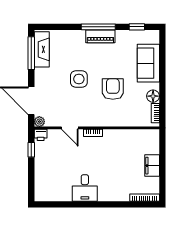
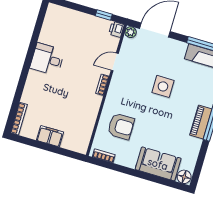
window: (137, 27) -> (200, 163), removed
armchair: (113, 89) -> (121, 126), moved
floor lamp: (153, 96) -> (184, 177), moved

